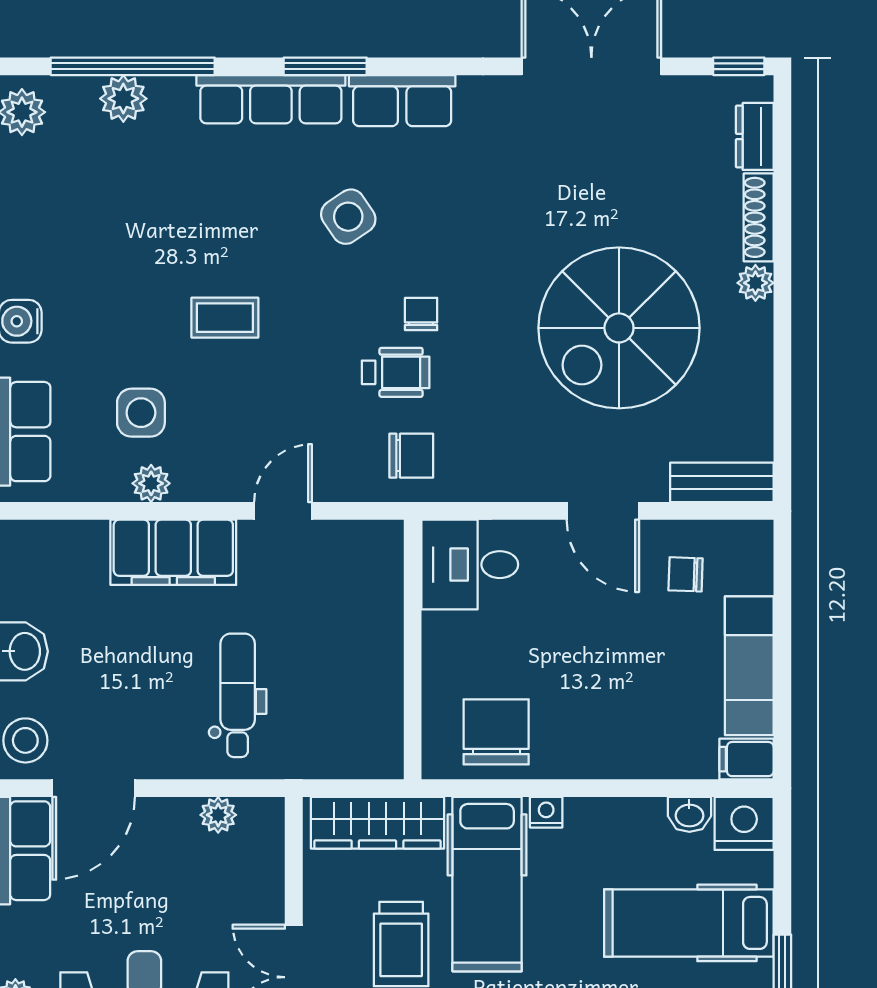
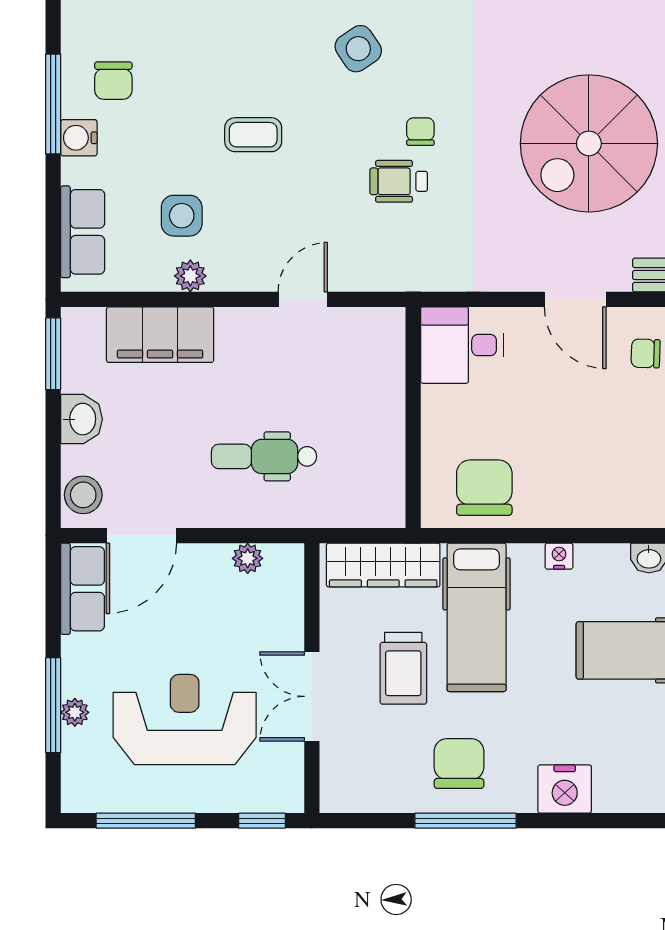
wheelchair: (396, 372) -> (399, 181), turned 180
chair: (411, 456) -> (113, 81), moved, turned 90
filing cabinet: (173, 552) -> (160, 335), moved
dental chair: (238, 695) -> (264, 456), turned -90
nightstand: (546, 812) -> (559, 556), moved

